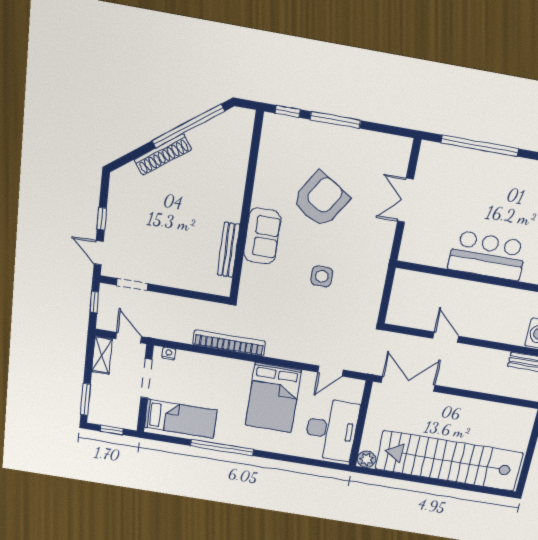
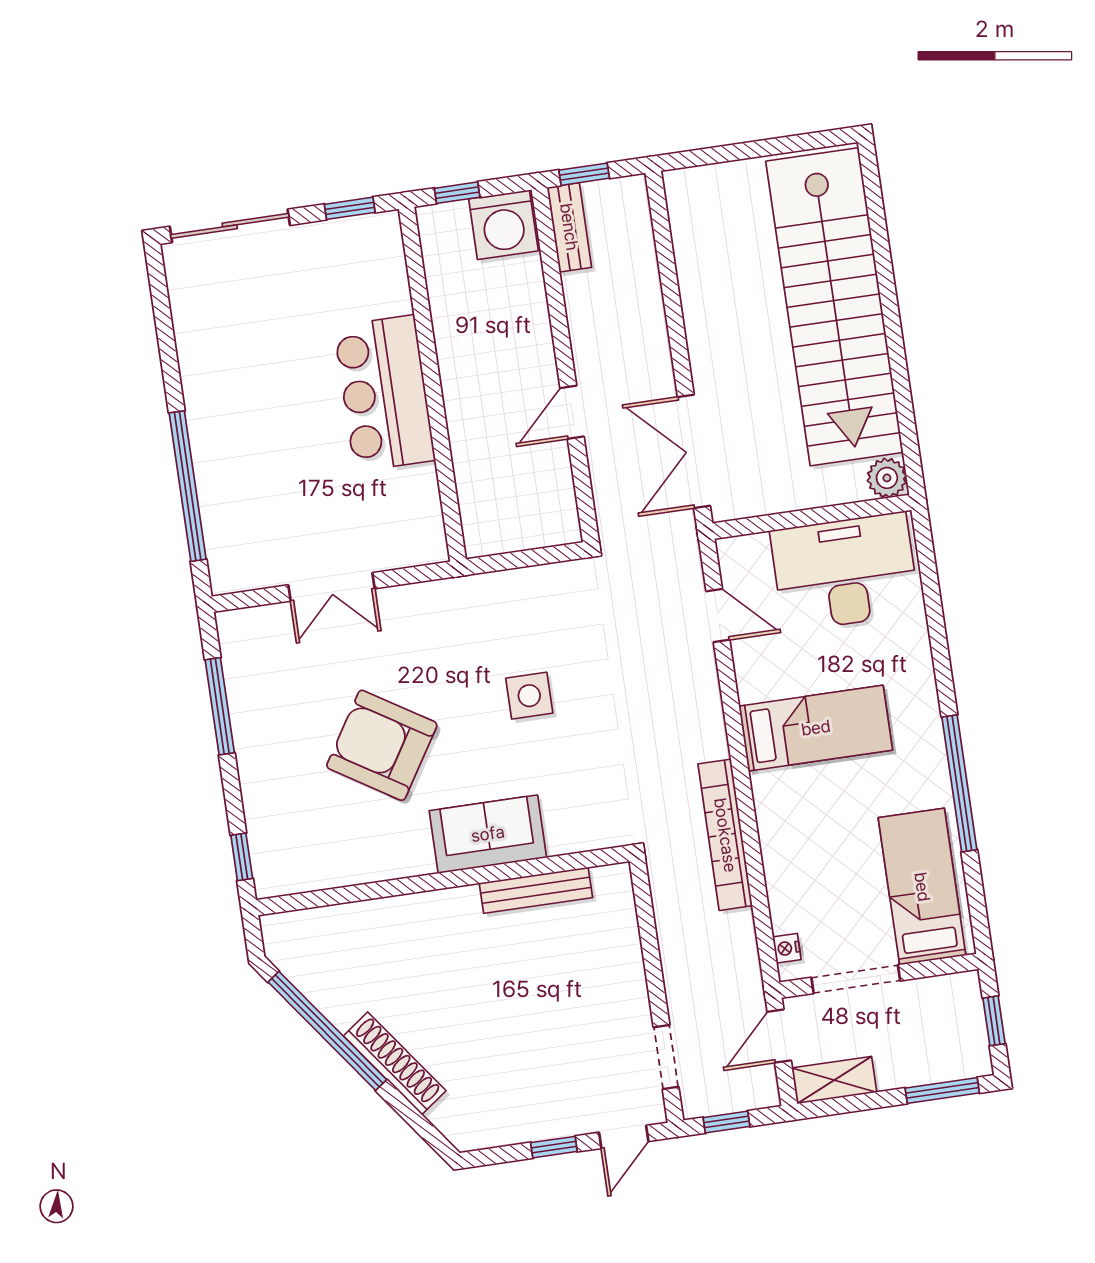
window: (335, 120) -> (220, 706), moved
bed: (273, 398) -> (816, 728), width x0.67

